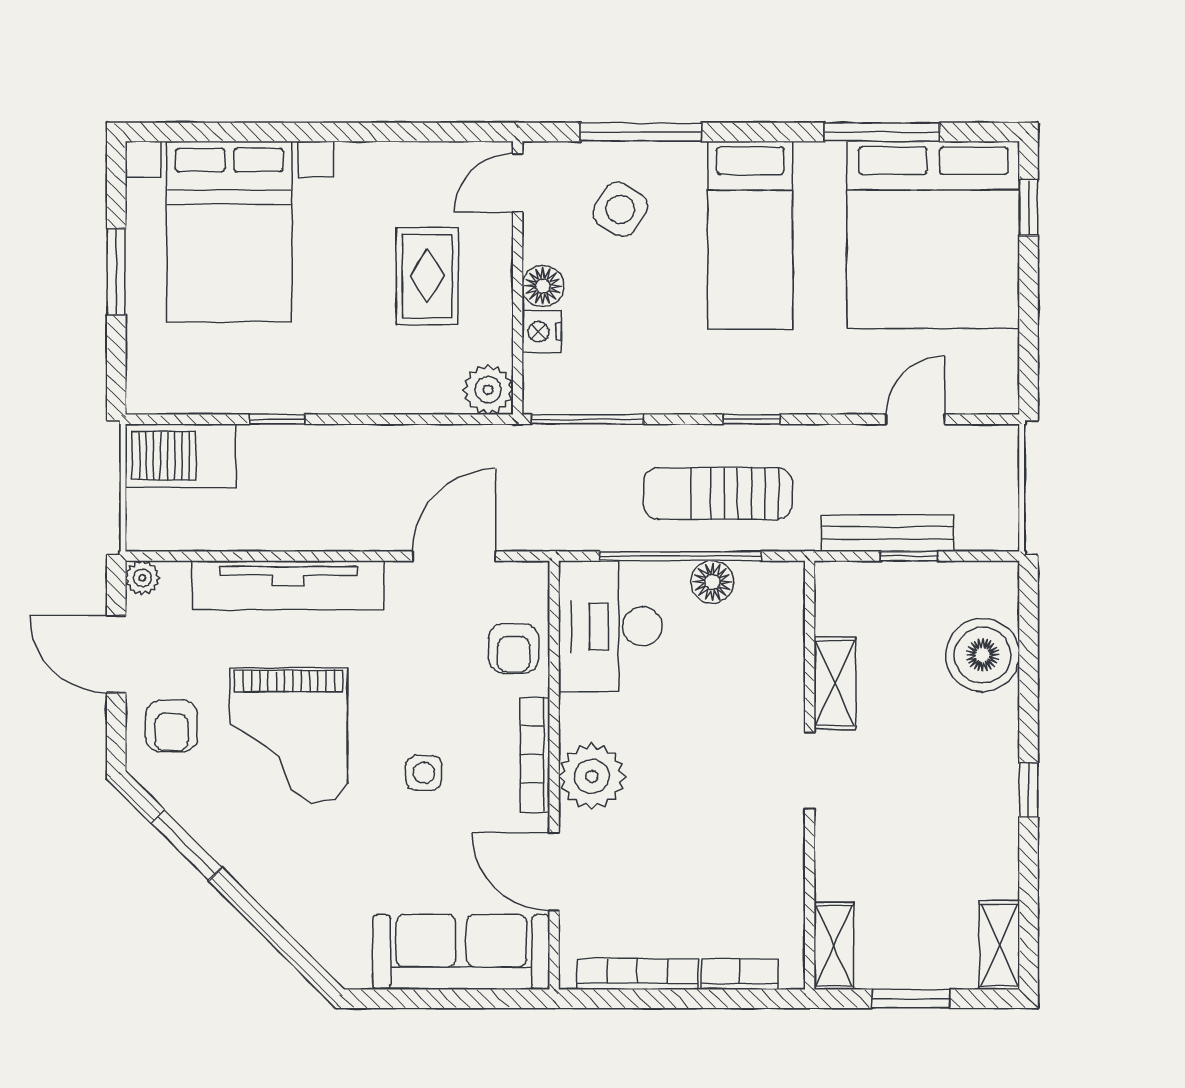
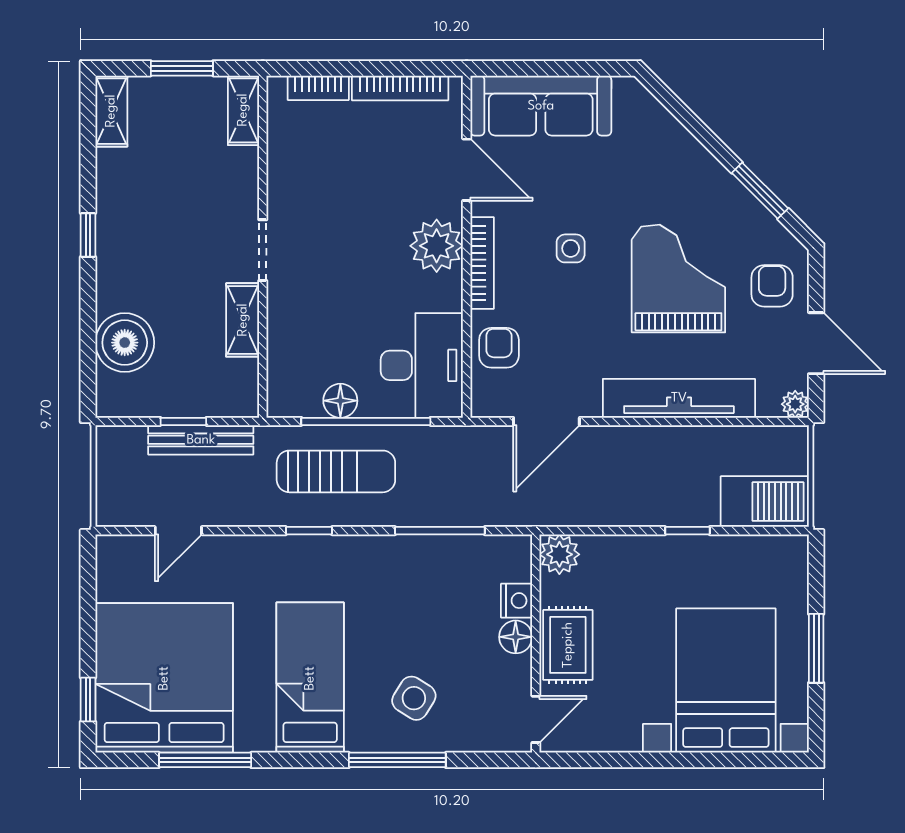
door: (518, 183) -> (536, 719), moved
wall: (518, 278) -> (536, 643), moved
floor lamp: (543, 286) -> (516, 637), moved
nightstand: (542, 332) -> (517, 601), moved
plant: (488, 390) -> (559, 554), moved

